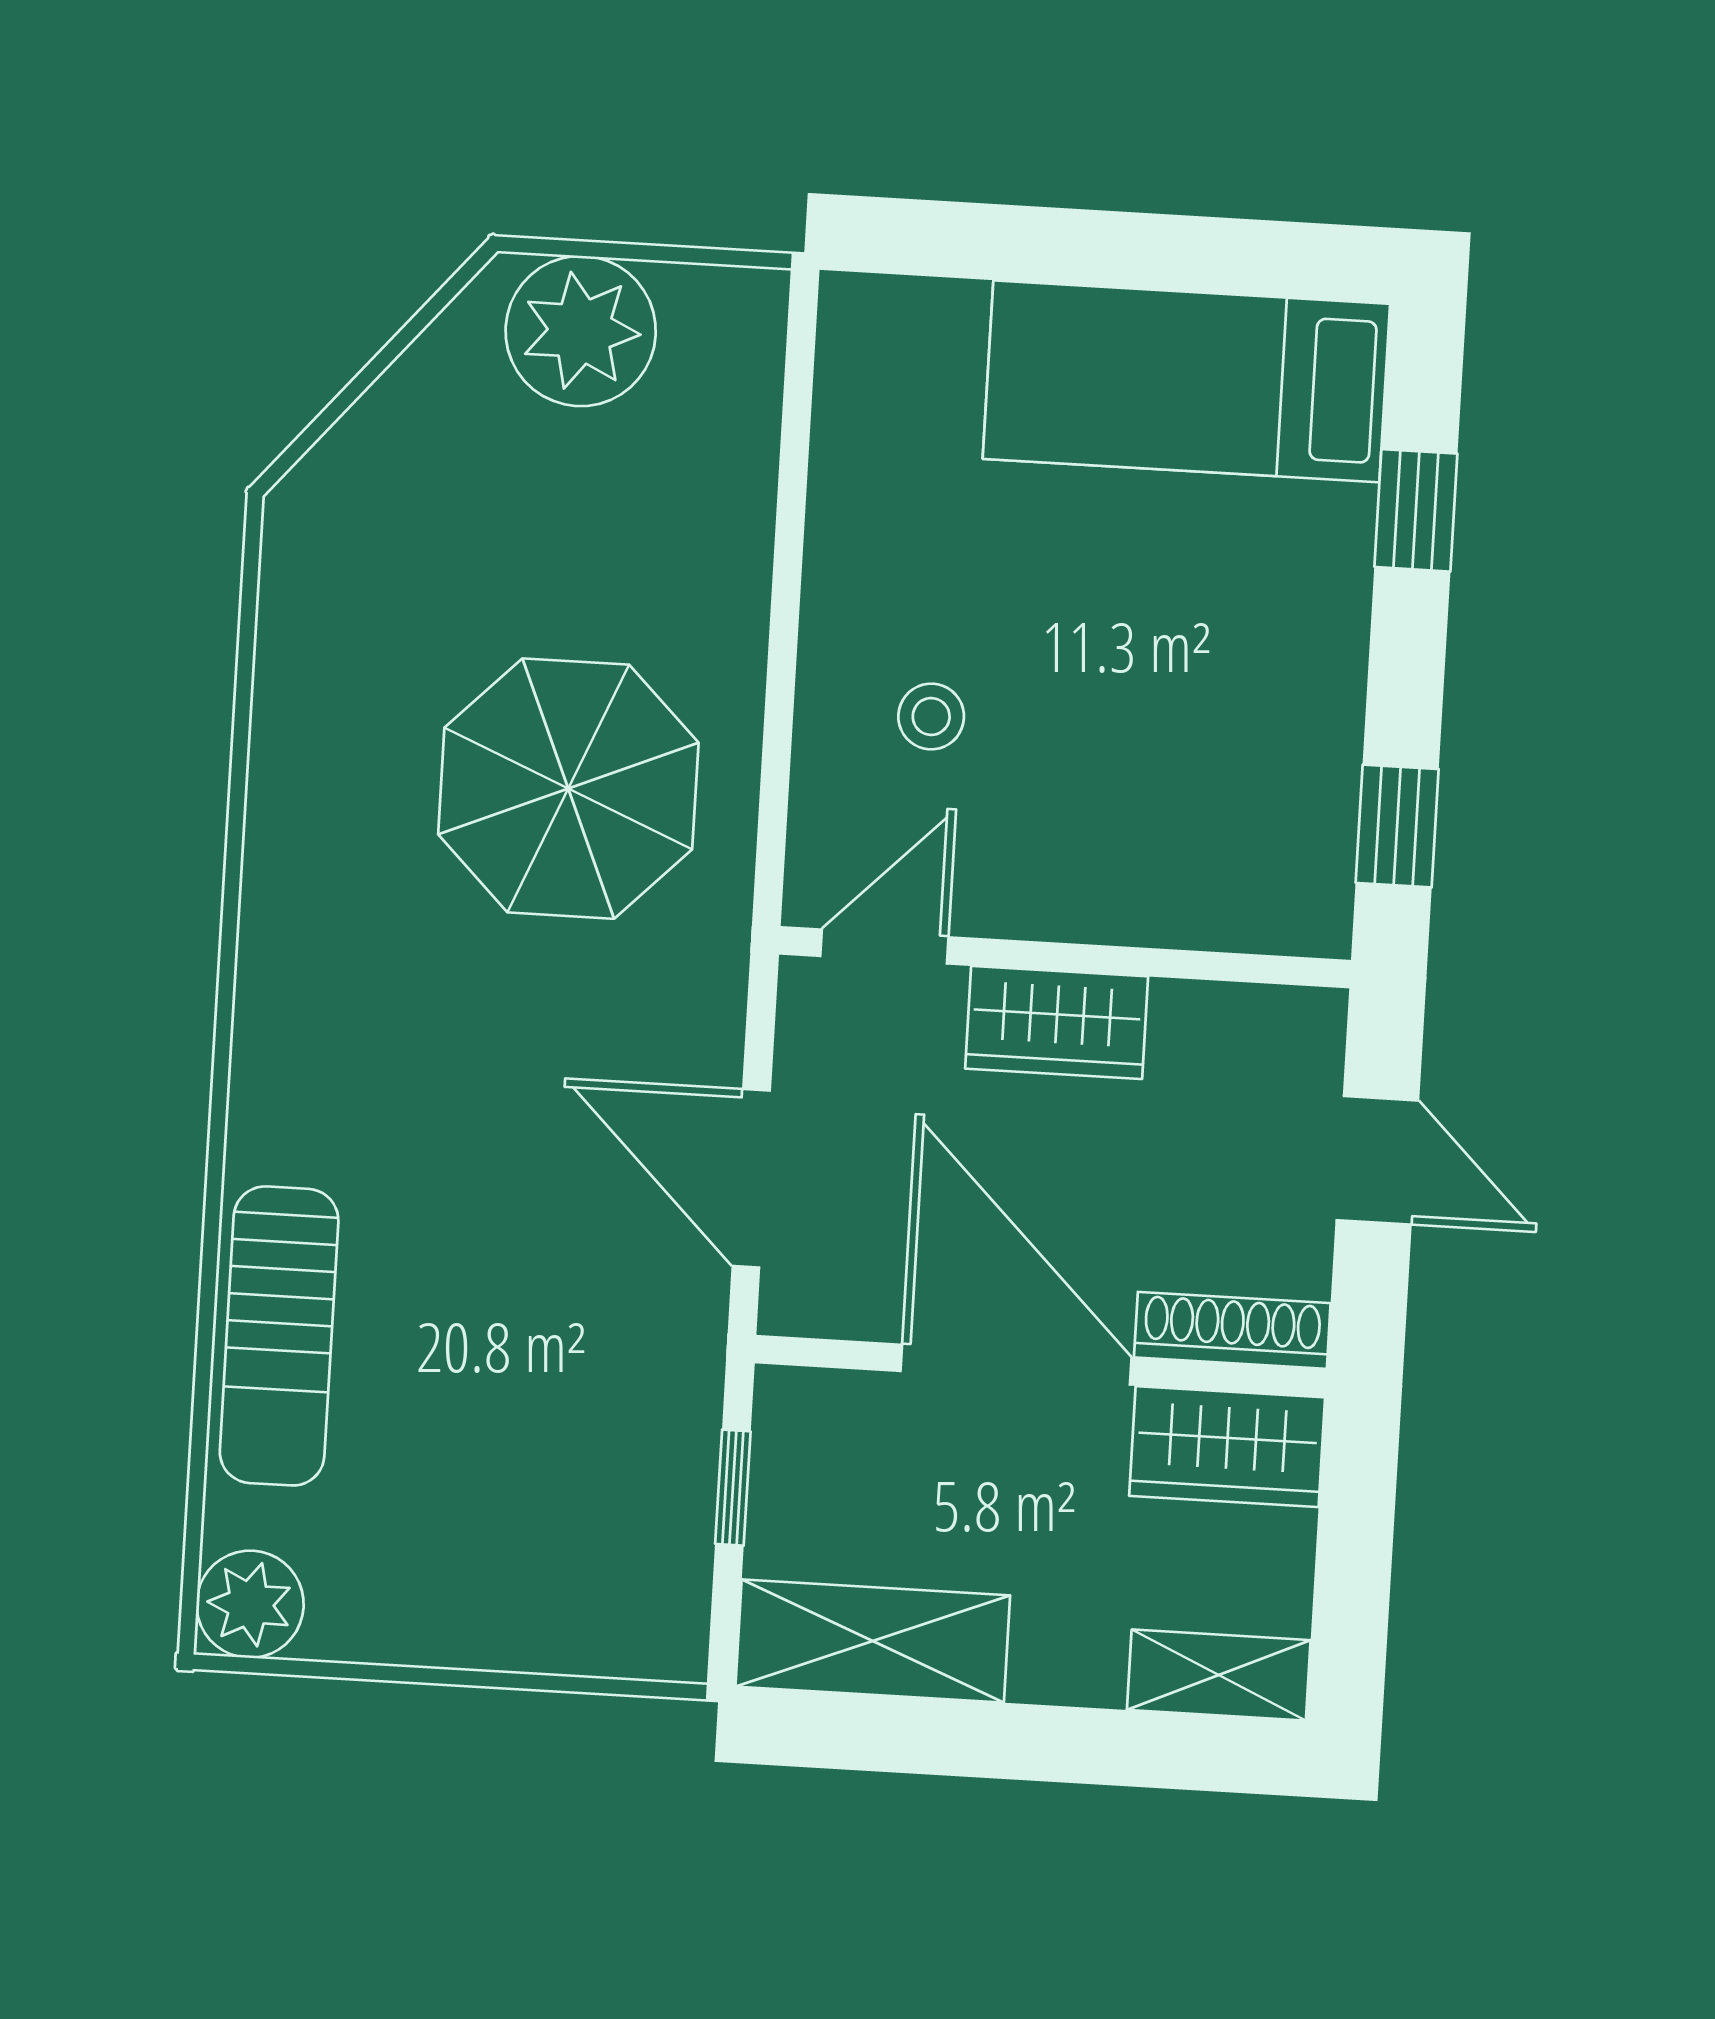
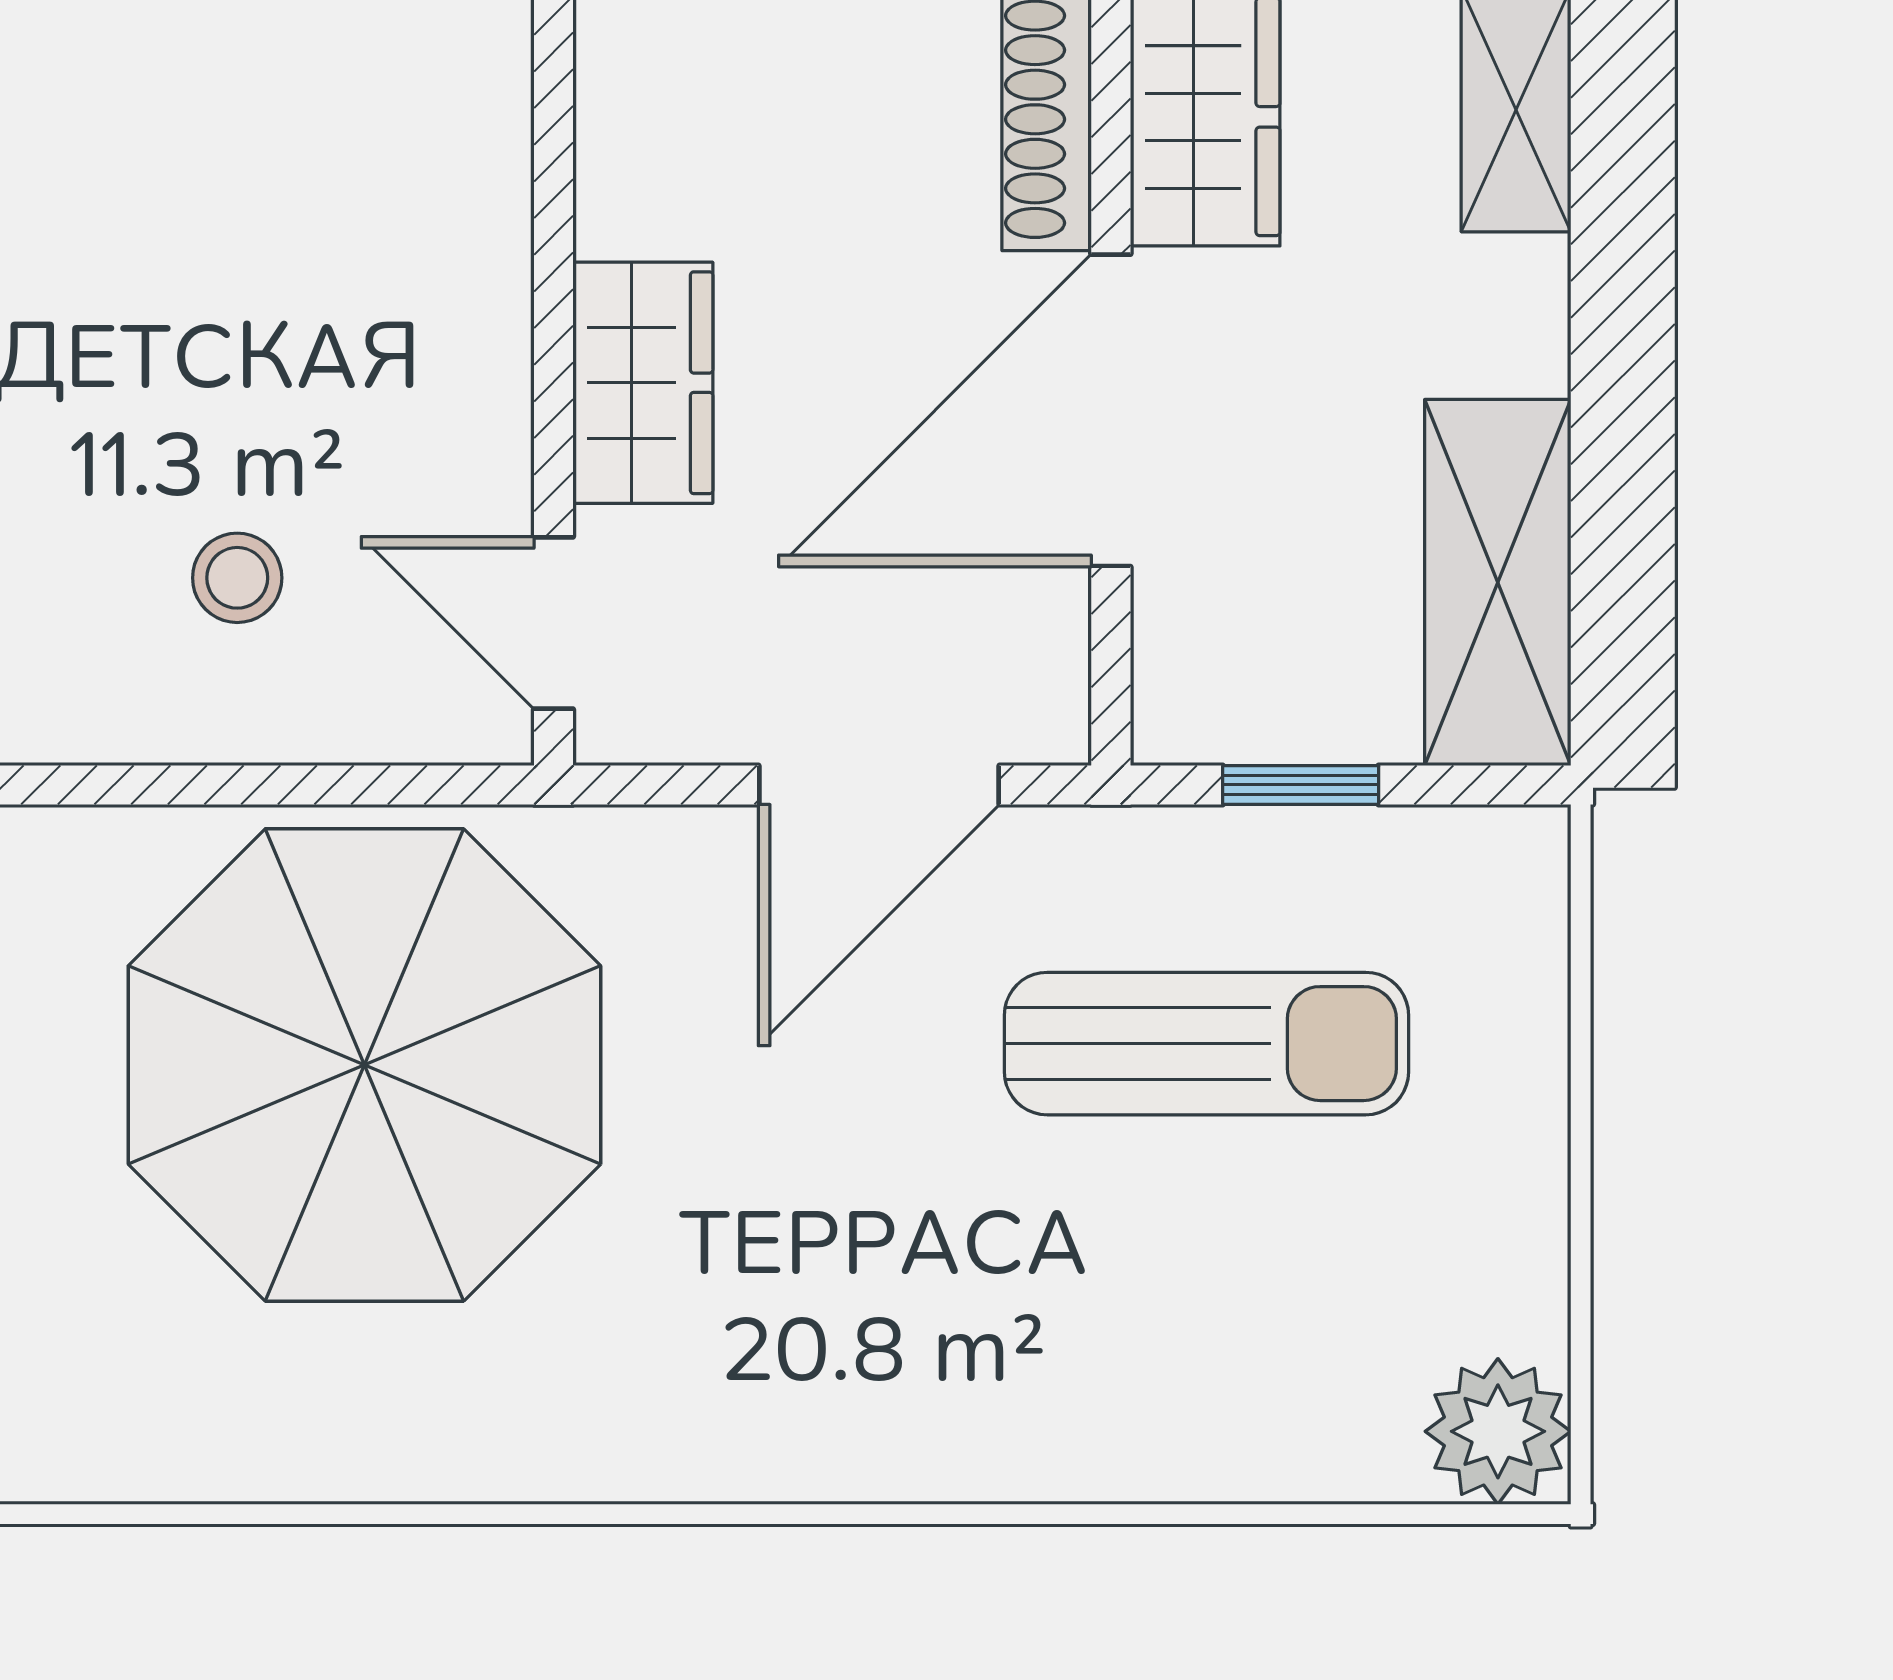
parasol: (568, 789) -> (364, 1065), width x1.36, depth x1.36
sun lounger: (279, 1336) -> (1206, 1044), moved

